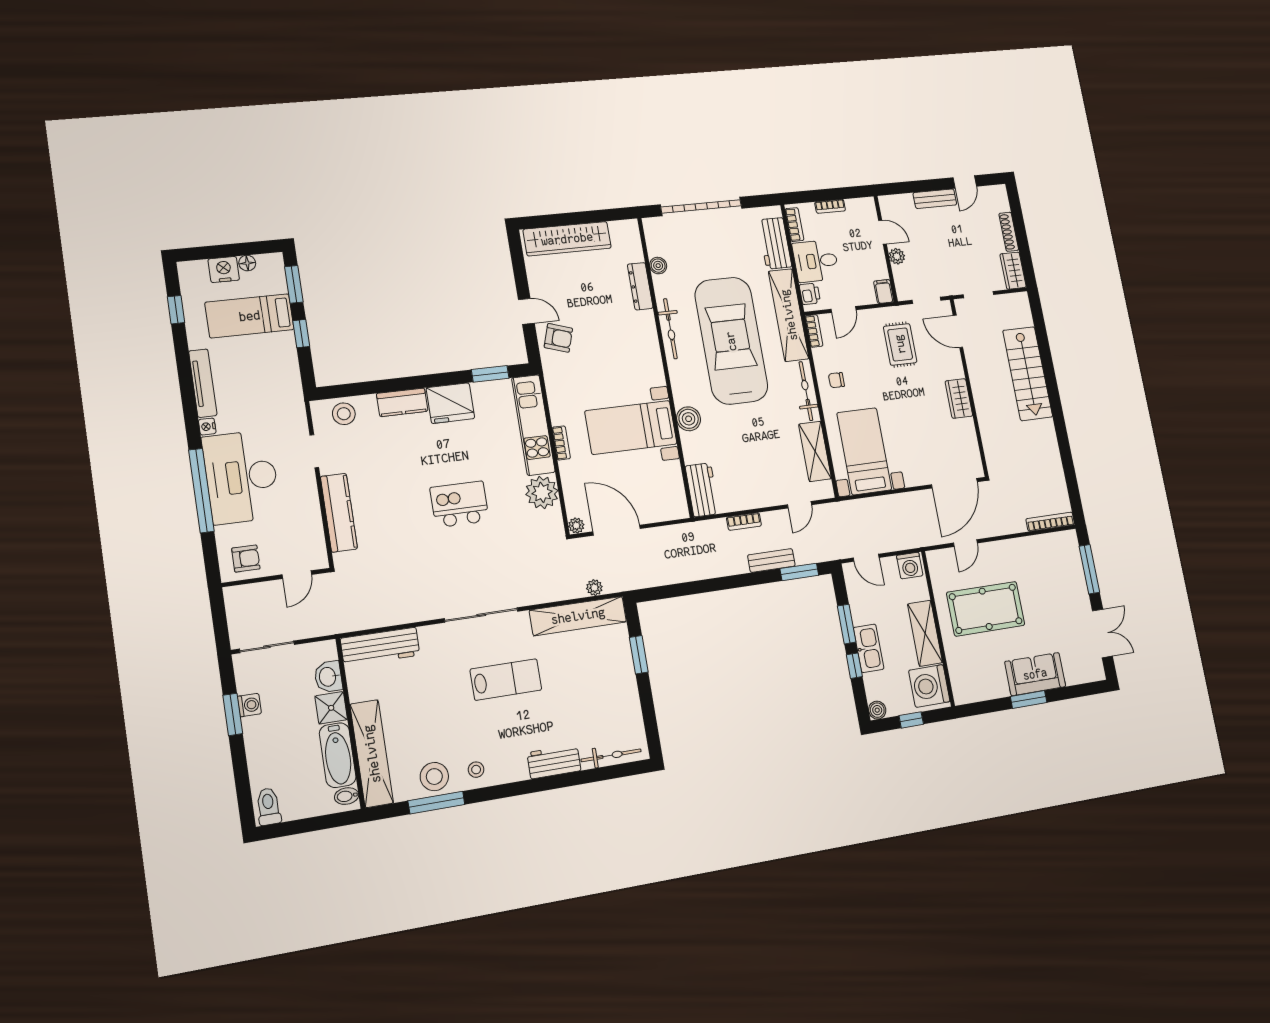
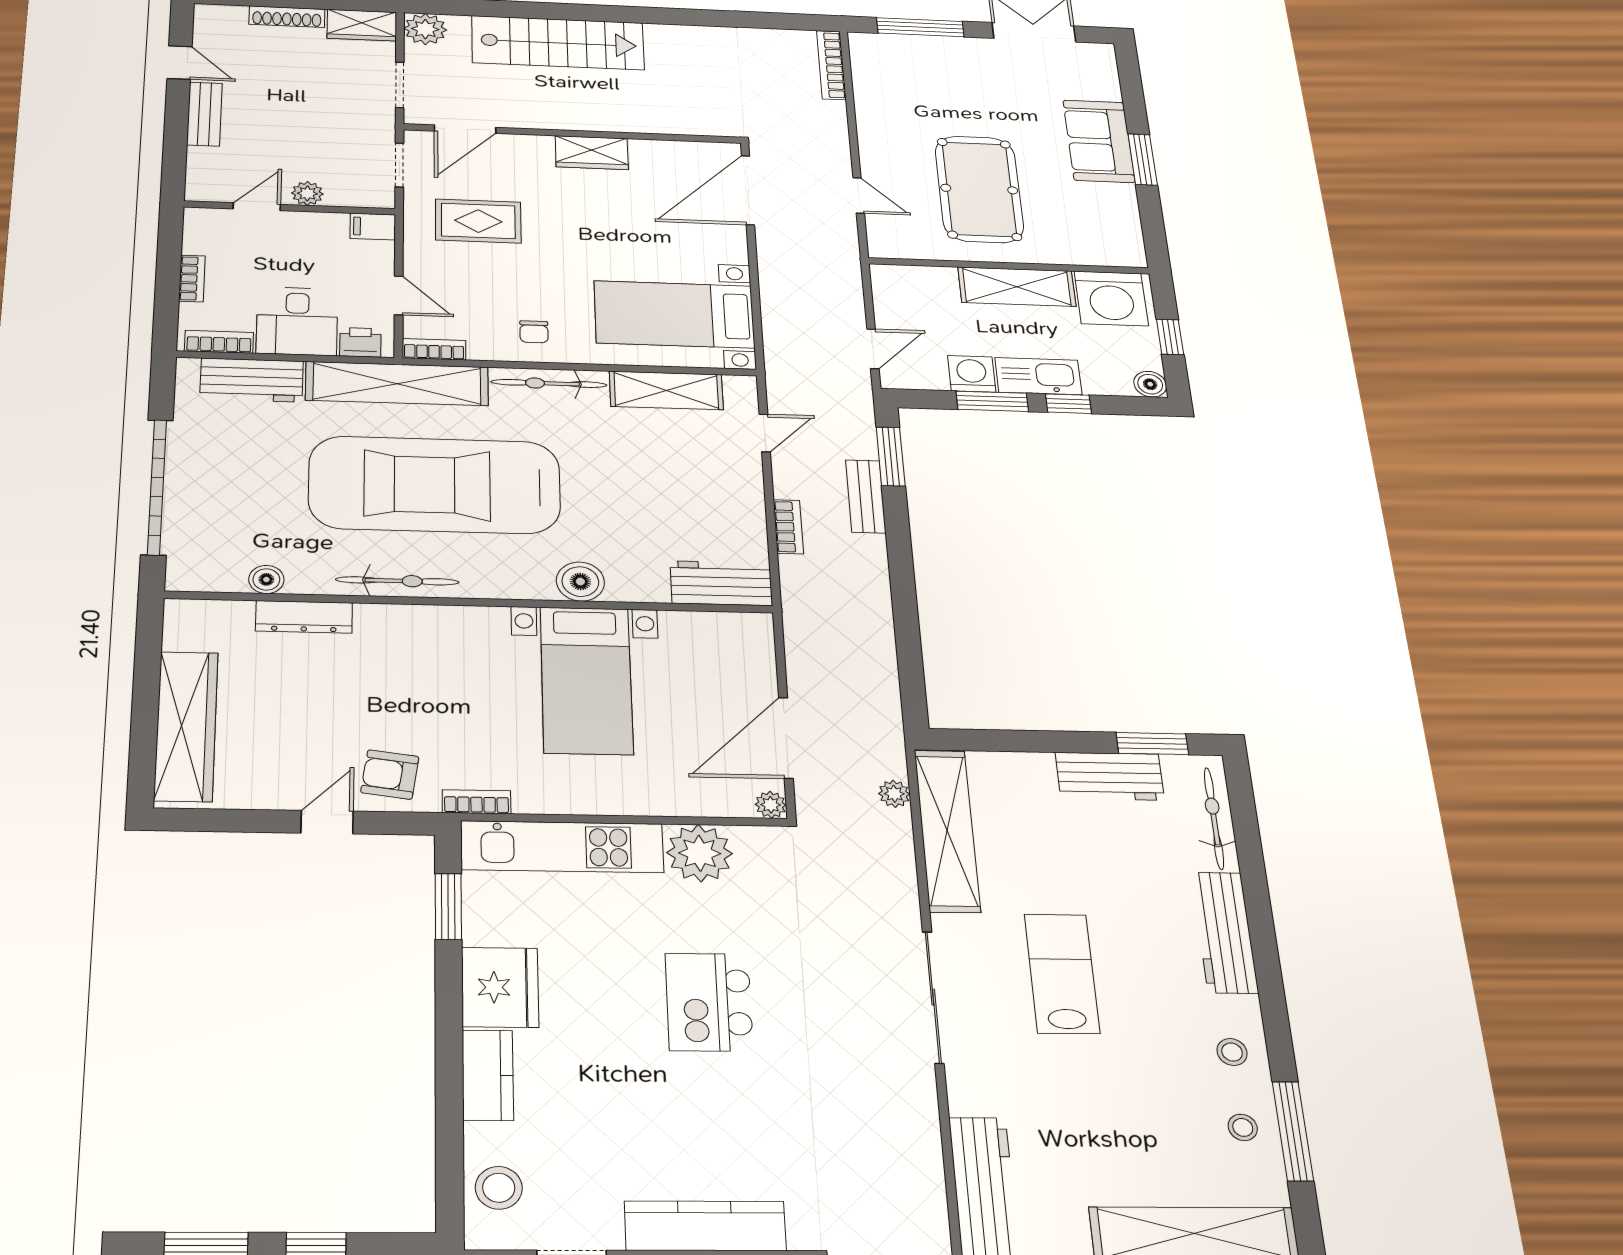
plant: (1019, 303) -> (425, 29), added
armchair: (558, 338) -> (390, 775), turned -100
bookcase: (561, 443) -> (477, 802), moved
door: (954, 483) -> (748, 190), swing flipped
door: (800, 505) -> (765, 433), hinge flipped
washing machine: (910, 566) -> (972, 374), moved, turned -90
window: (639, 655) -> (1152, 744), moved
workbench: (626, 699) -> (1110, 776), added
workbench: (554, 762) -> (1224, 932), width x1.37
stool: (434, 777) -> (1243, 1127), width x0.53, depth x0.53

